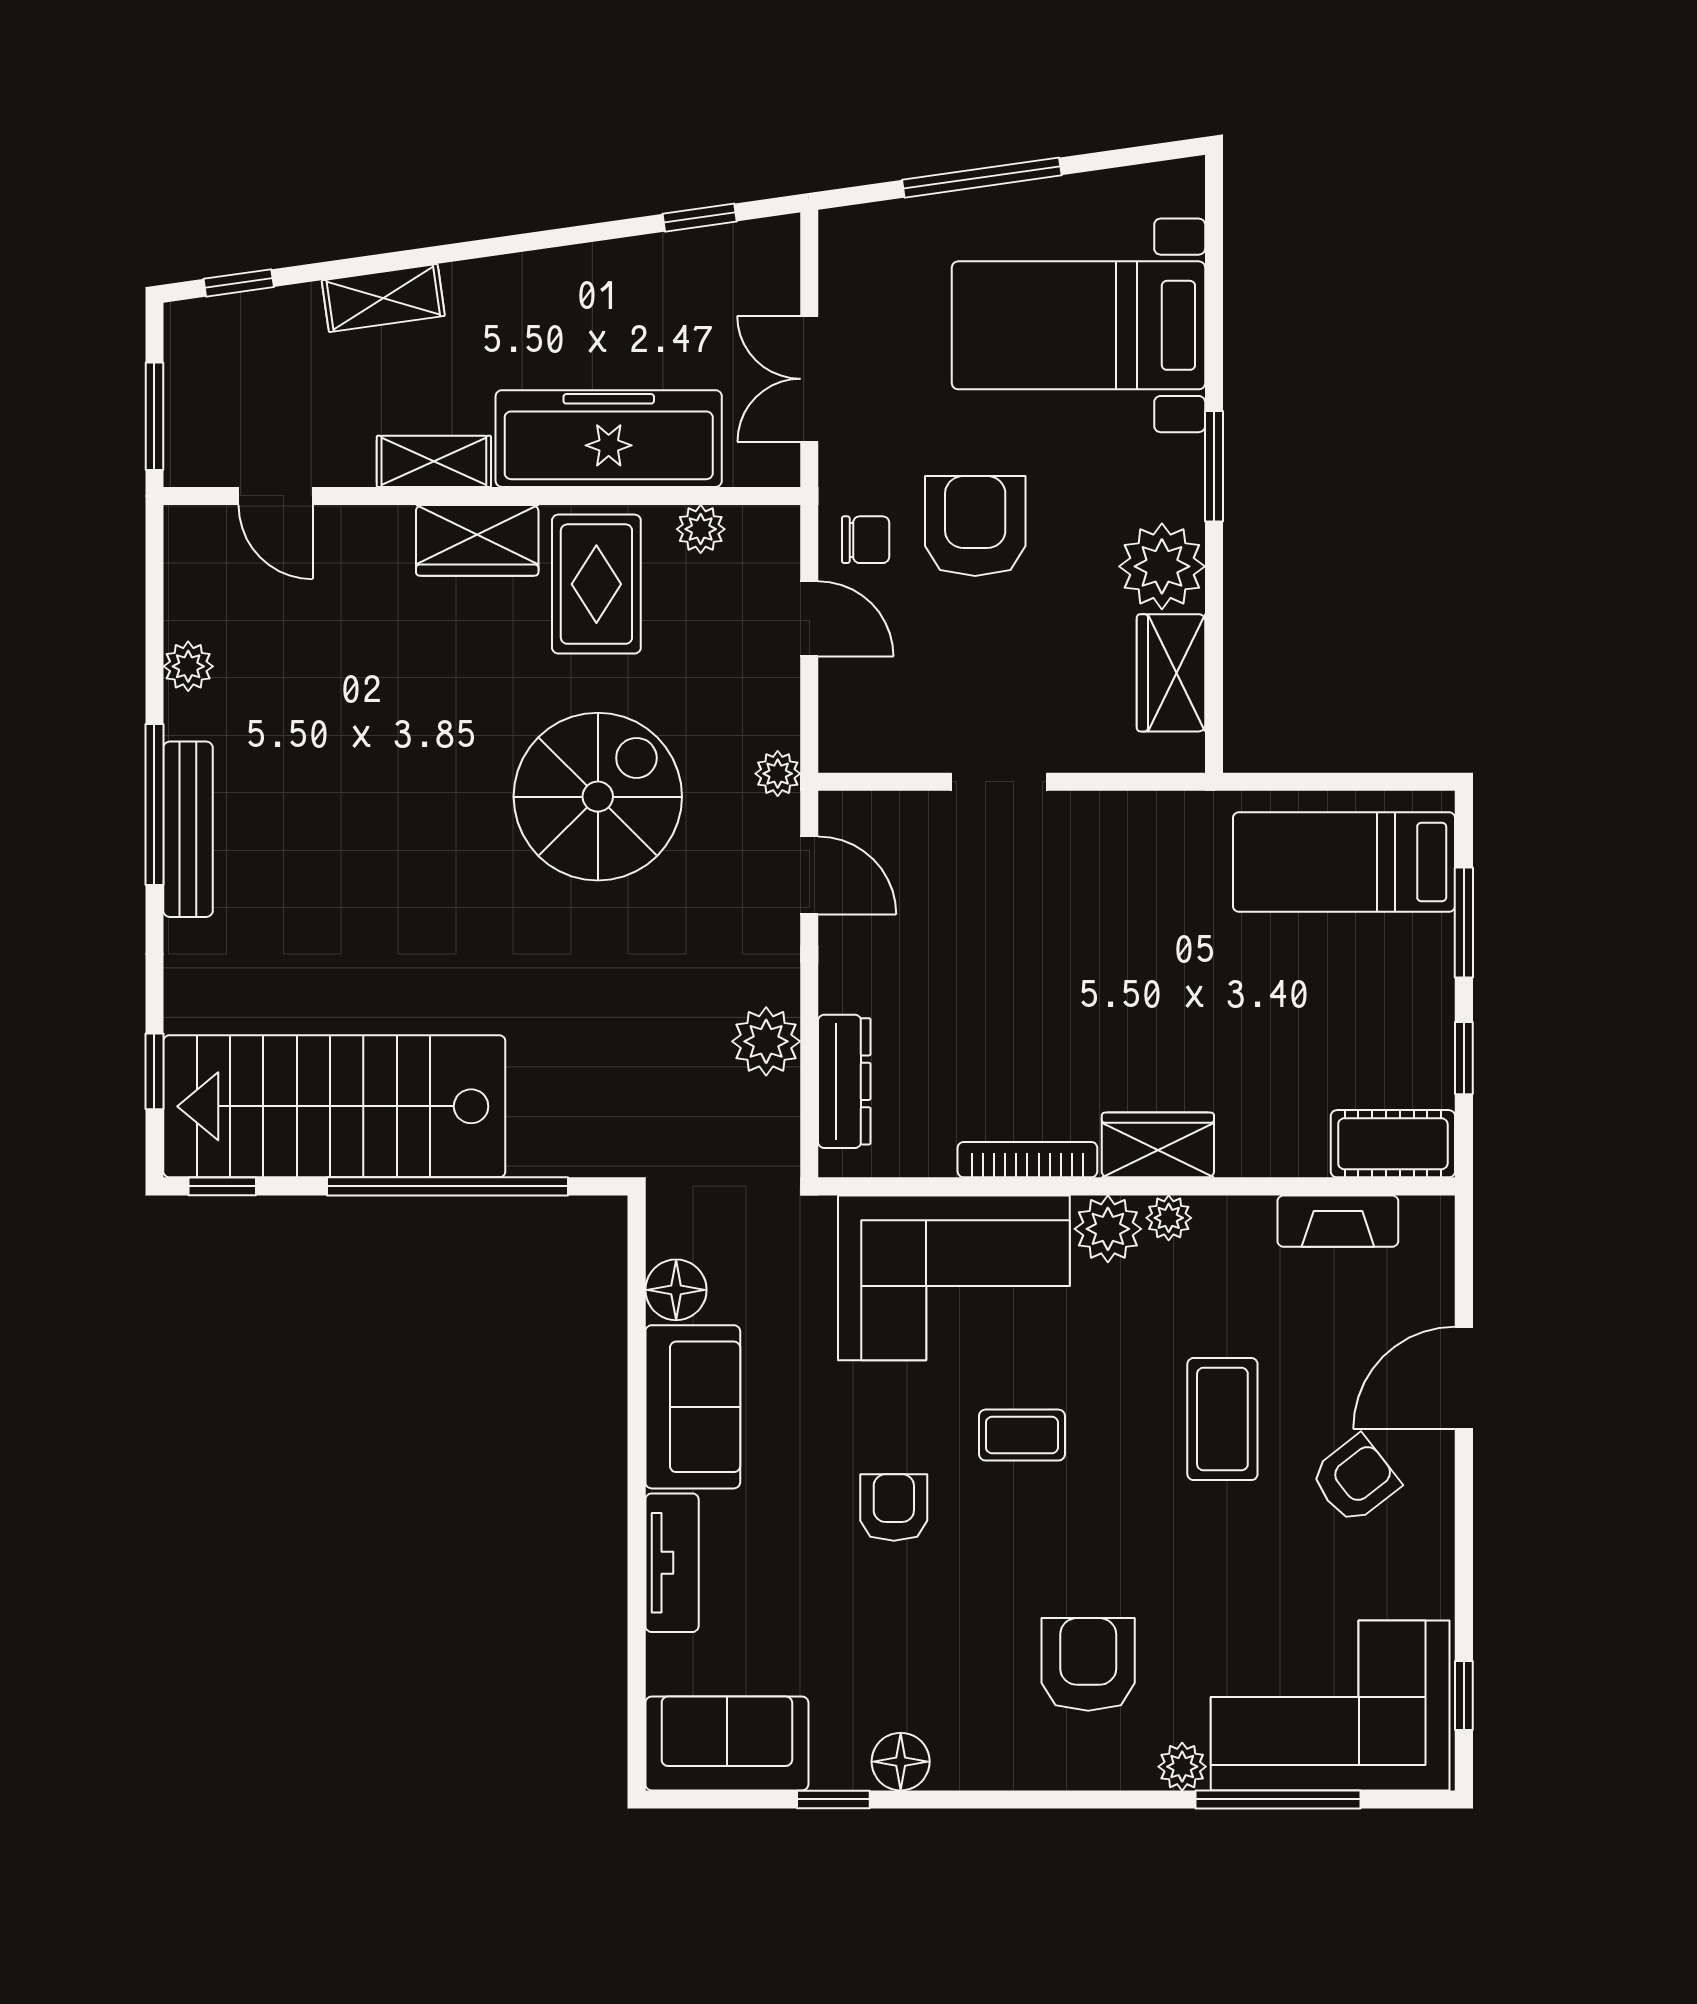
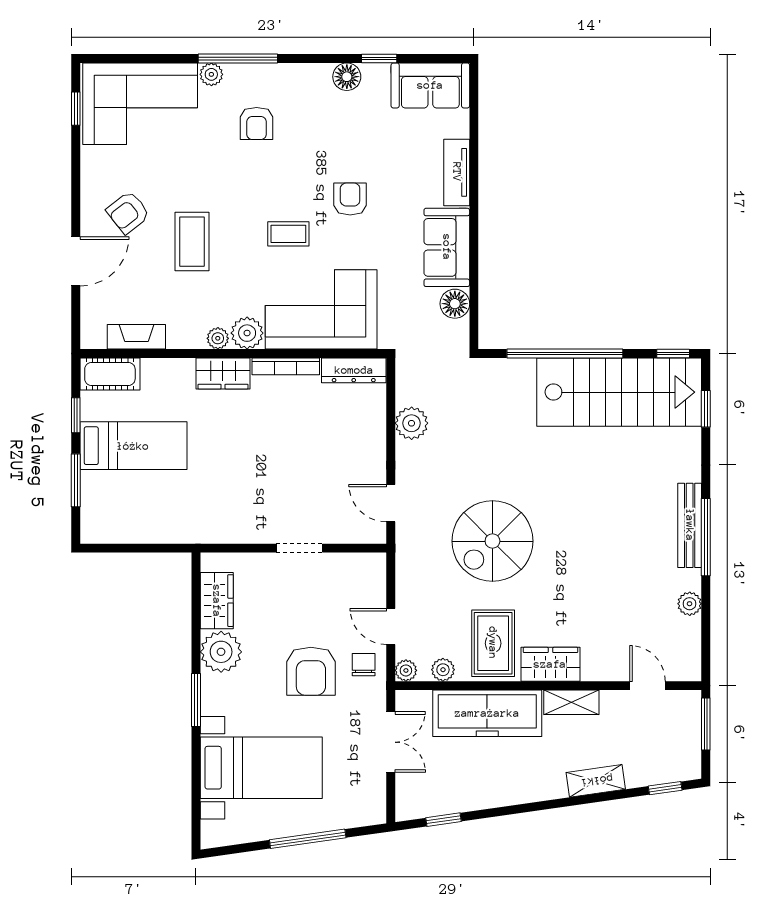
chair: (866, 540) -> (364, 665), turned 90
plant: (778, 774) -> (406, 670), moved
bed: (1344, 862) -> (133, 446), moved
dresser: (844, 1081) -> (354, 370), moved, turned -90
armchair: (894, 1507) -> (350, 199), turned 180
armchair: (1088, 1664) -> (257, 123), width x0.72, depth x0.72
window: (1278, 1799) -> (238, 59), moved

